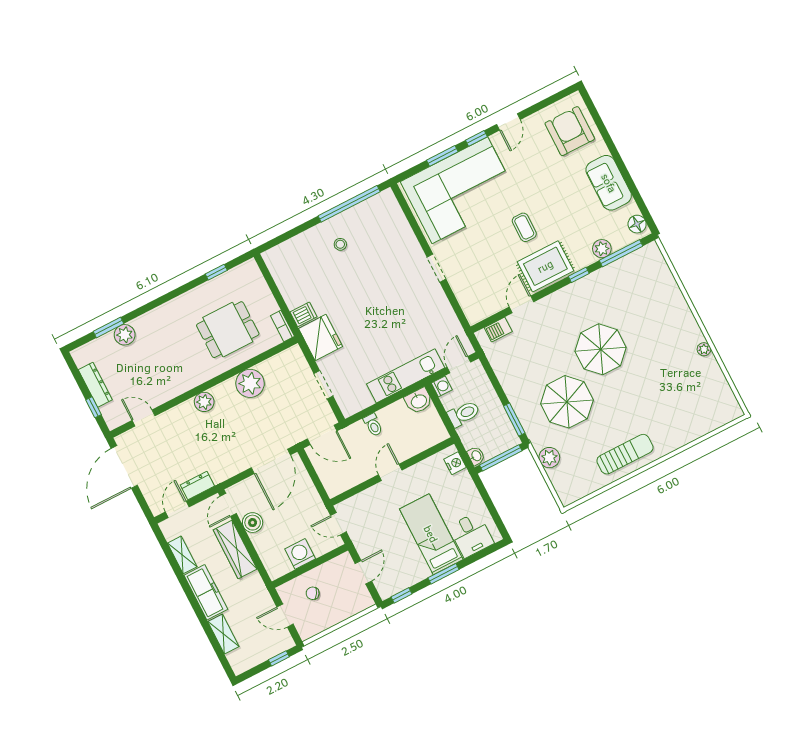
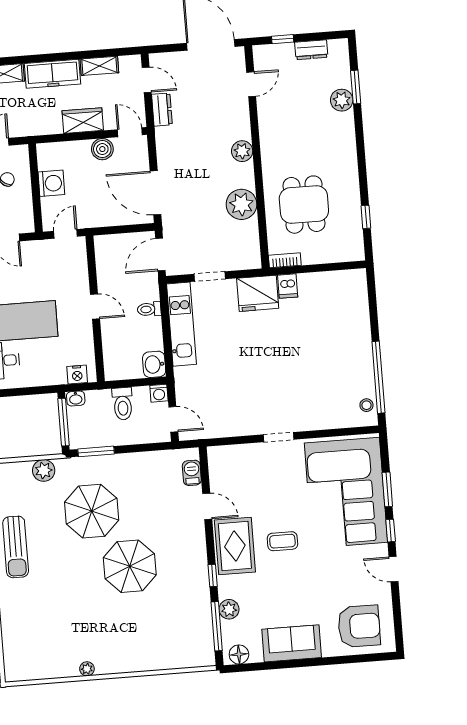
stool: (340, 244) -> (366, 405), moved
kitchen unit: (406, 376) -> (181, 324), moved
dresser: (95, 385) -> (311, 50), width x0.70
wardrobe: (235, 550) -> (83, 121), width x0.67

